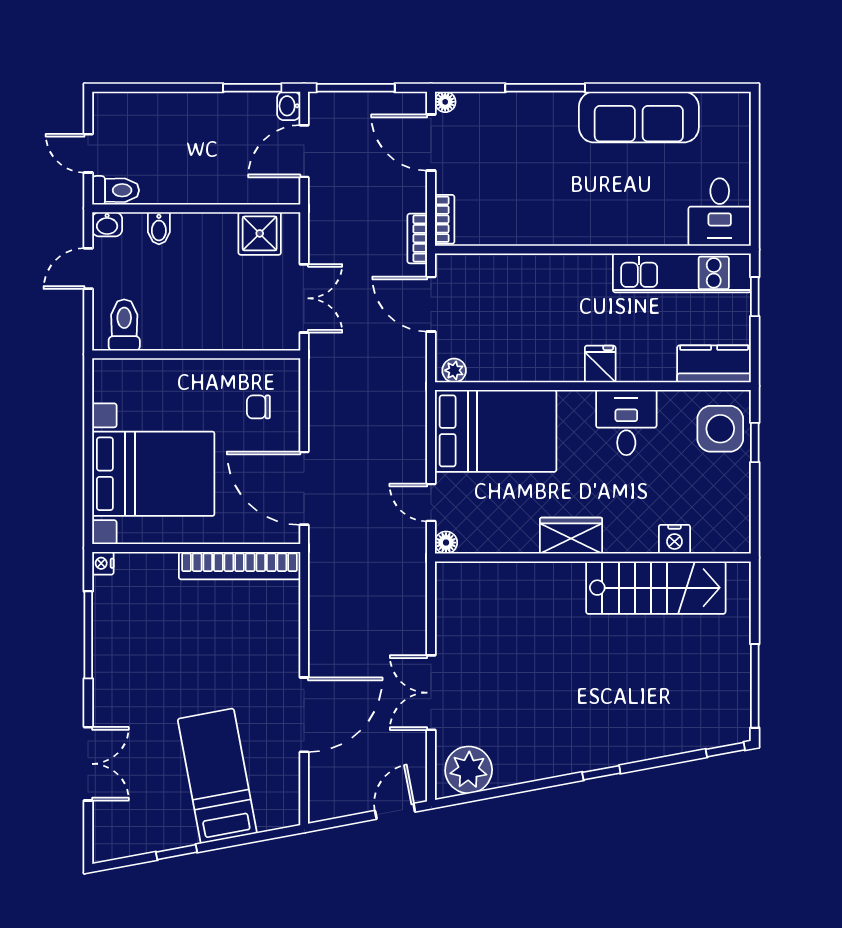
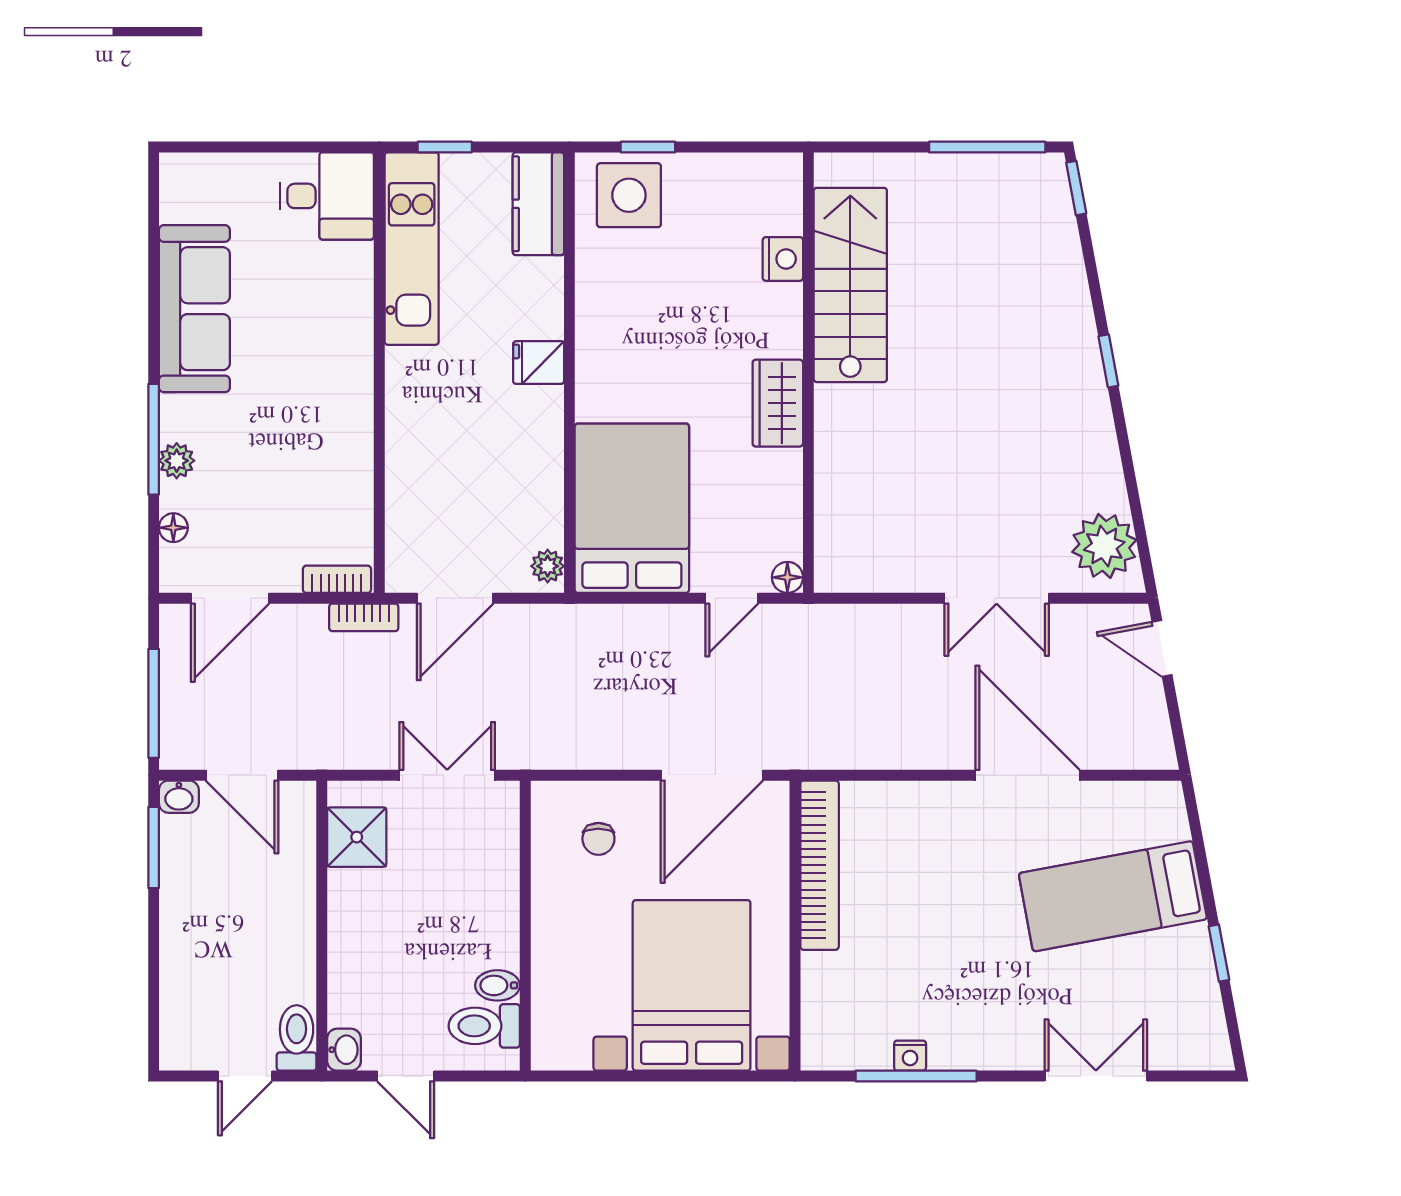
floor lamp: (445, 102) -> (173, 528), moved
plant: (530, 104) -> (177, 461), added
bidet: (159, 228) -> (497, 985), moved, turned 180
desk: (626, 423) -> (620, 326), removed
nightstand: (103, 563) -> (910, 1056), moved

